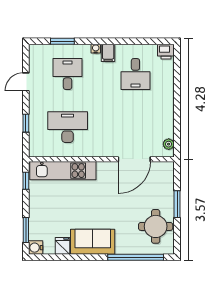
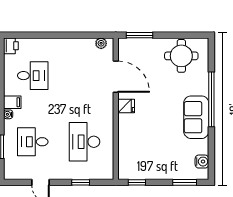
kitchen unit: (63, 171) -> (127, 146), removed
window: (177, 204) -> (139, 35), moved
fridge: (62, 246) -> (126, 106), moved, turned 180
water cooler: (36, 248) -> (202, 162), moved, turned -90
window: (136, 257) -> (211, 99), moved

